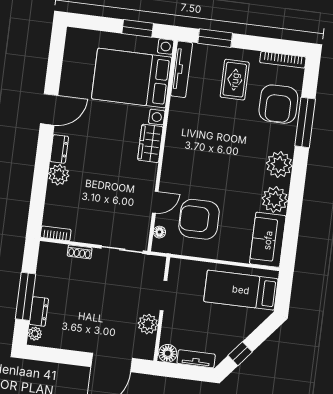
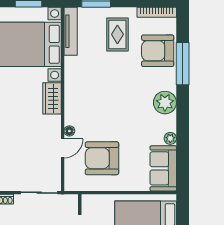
armchair: (278, 104) -> (158, 51), turned 90
plant: (275, 199) -> (170, 138), width x0.53, depth x0.53
floor lamp: (159, 232) -> (69, 131), moved

